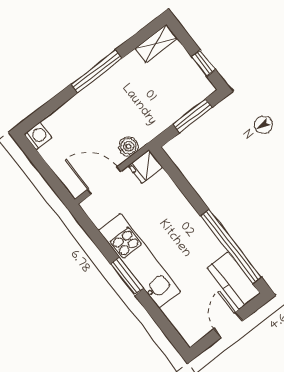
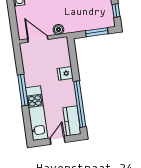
fridge: (145, 167) -> (65, 73), moved
kitchen unit: (140, 261) -> (37, 113), moved
window: (127, 276) -> (23, 90), width x1.44

